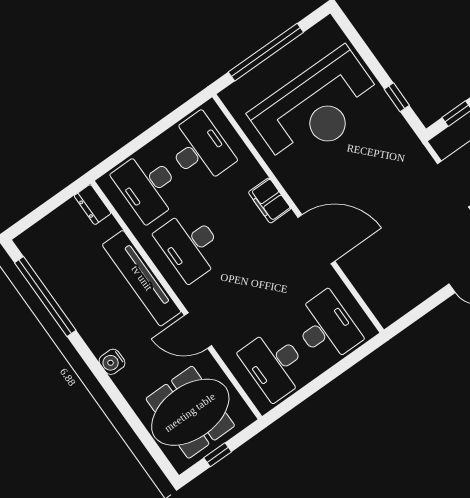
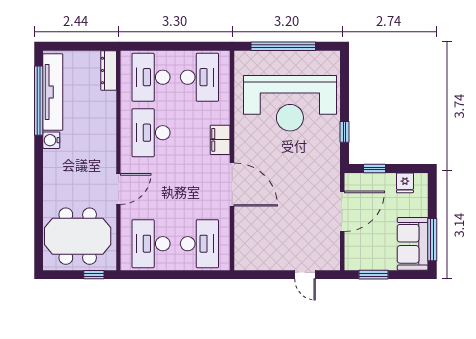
dresser: (93, 205) -> (109, 70), width x1.44
tv unit: (142, 278) -> (53, 92), moved, turned 180
door: (198, 331) -> (118, 189), swing flipped
water cooler: (112, 362) -> (51, 140), moved
window: (218, 455) -> (94, 275), moved

